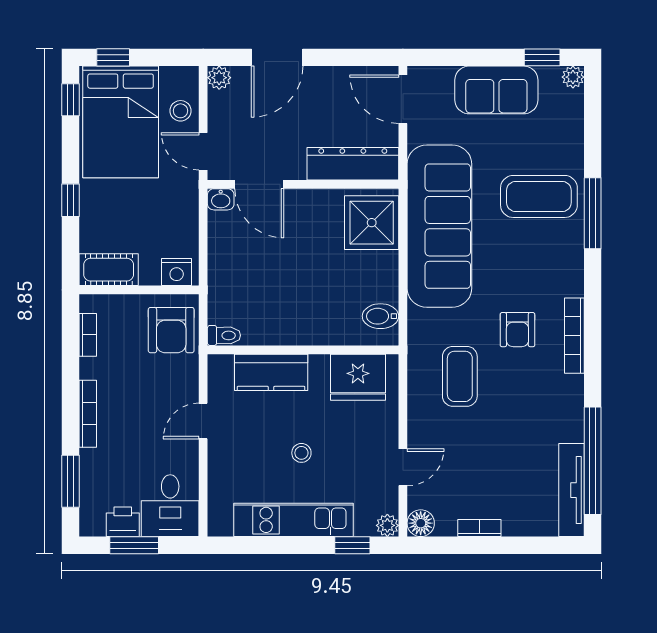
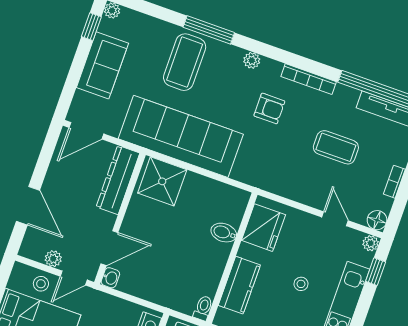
plant: (219, 78) -> (53, 259), moved
plant: (572, 284) -> (252, 60), added
bidet: (380, 316) -> (224, 233), moved, turned 90
bookcase: (574, 336) -> (309, 79), moved
coffee table: (460, 376) -> (336, 147), moved

